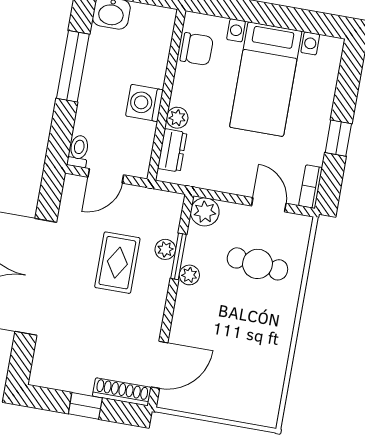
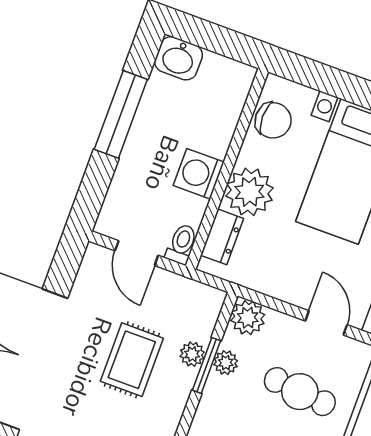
plant: (177, 118) -> (249, 192), width x1.87, depth x1.87
toilet: (79, 151) -> (182, 244), moved
door: (106, 176) -> (137, 253), hinge flipped
plant: (189, 275) -> (226, 363), moved

